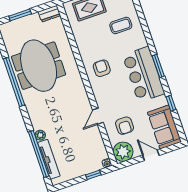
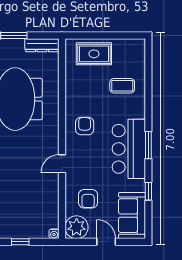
dresser: (49, 14) -> (42, 45), width x1.44
door: (98, 116) -> (62, 164), moved
window: (93, 175) -> (20, 242), moved

